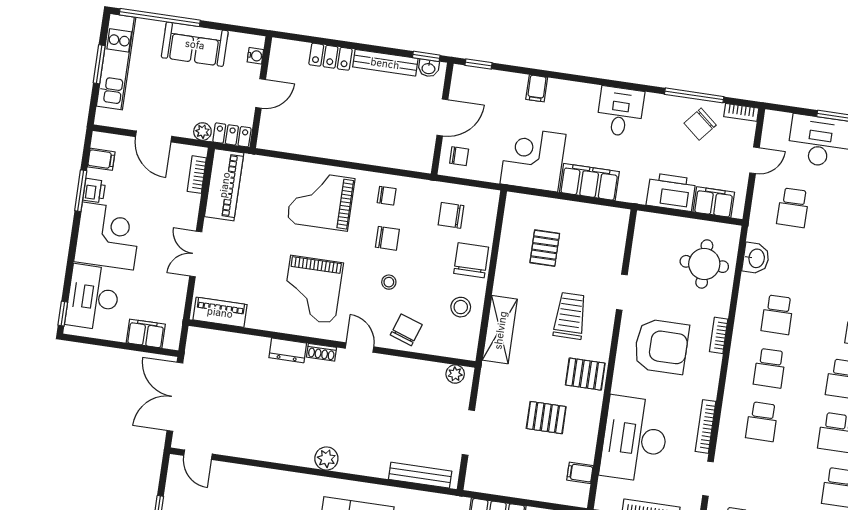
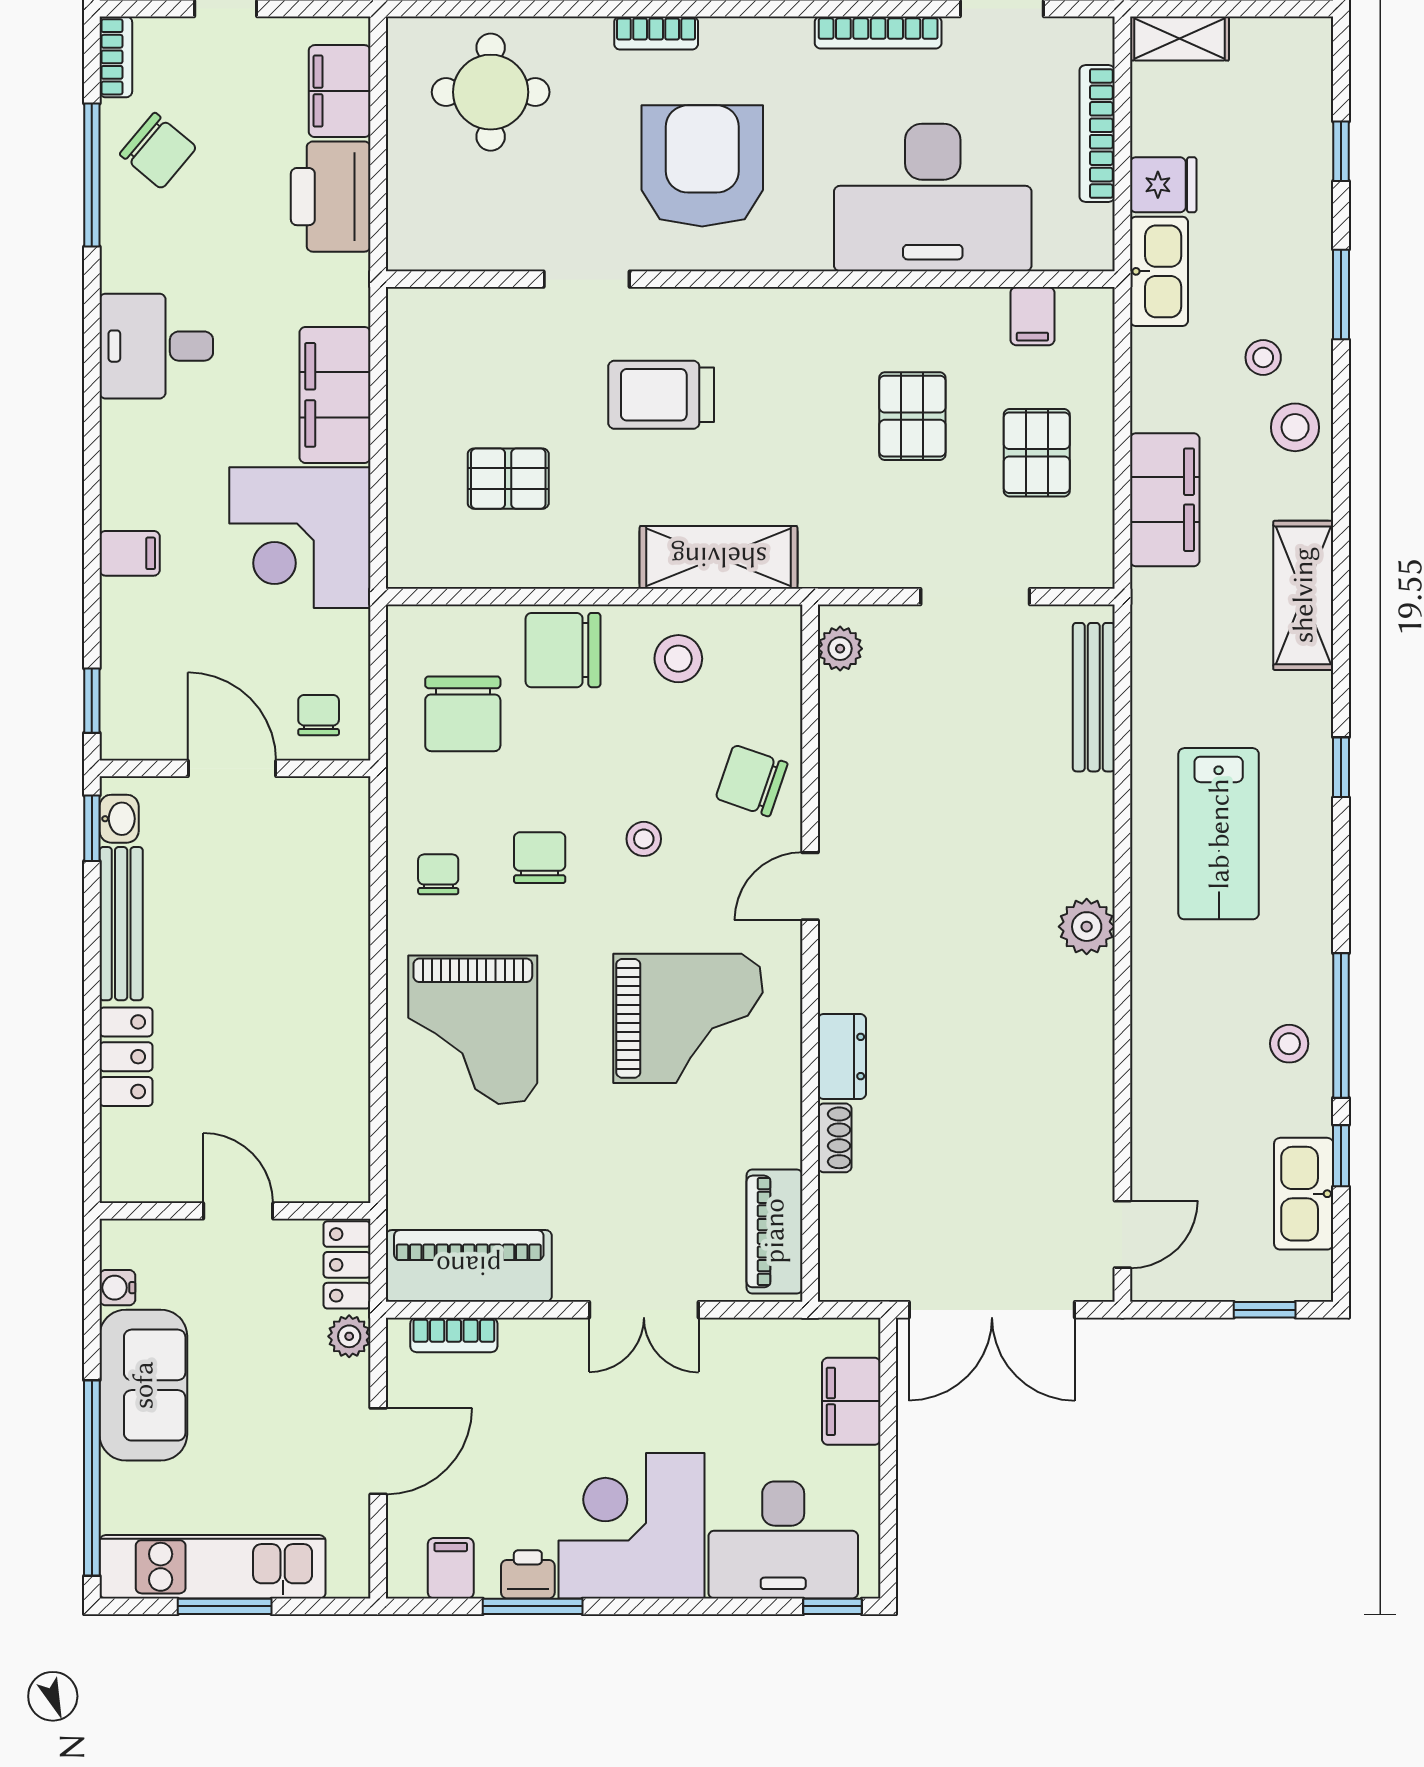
water cooler: (255, 56) -> (117, 1288), moved, turned -90
chair: (451, 215) -> (463, 714), width x1.37, depth x1.37
shoe rack: (322, 352) -> (835, 1138), moved
pallet: (585, 374) -> (1037, 453), moved

